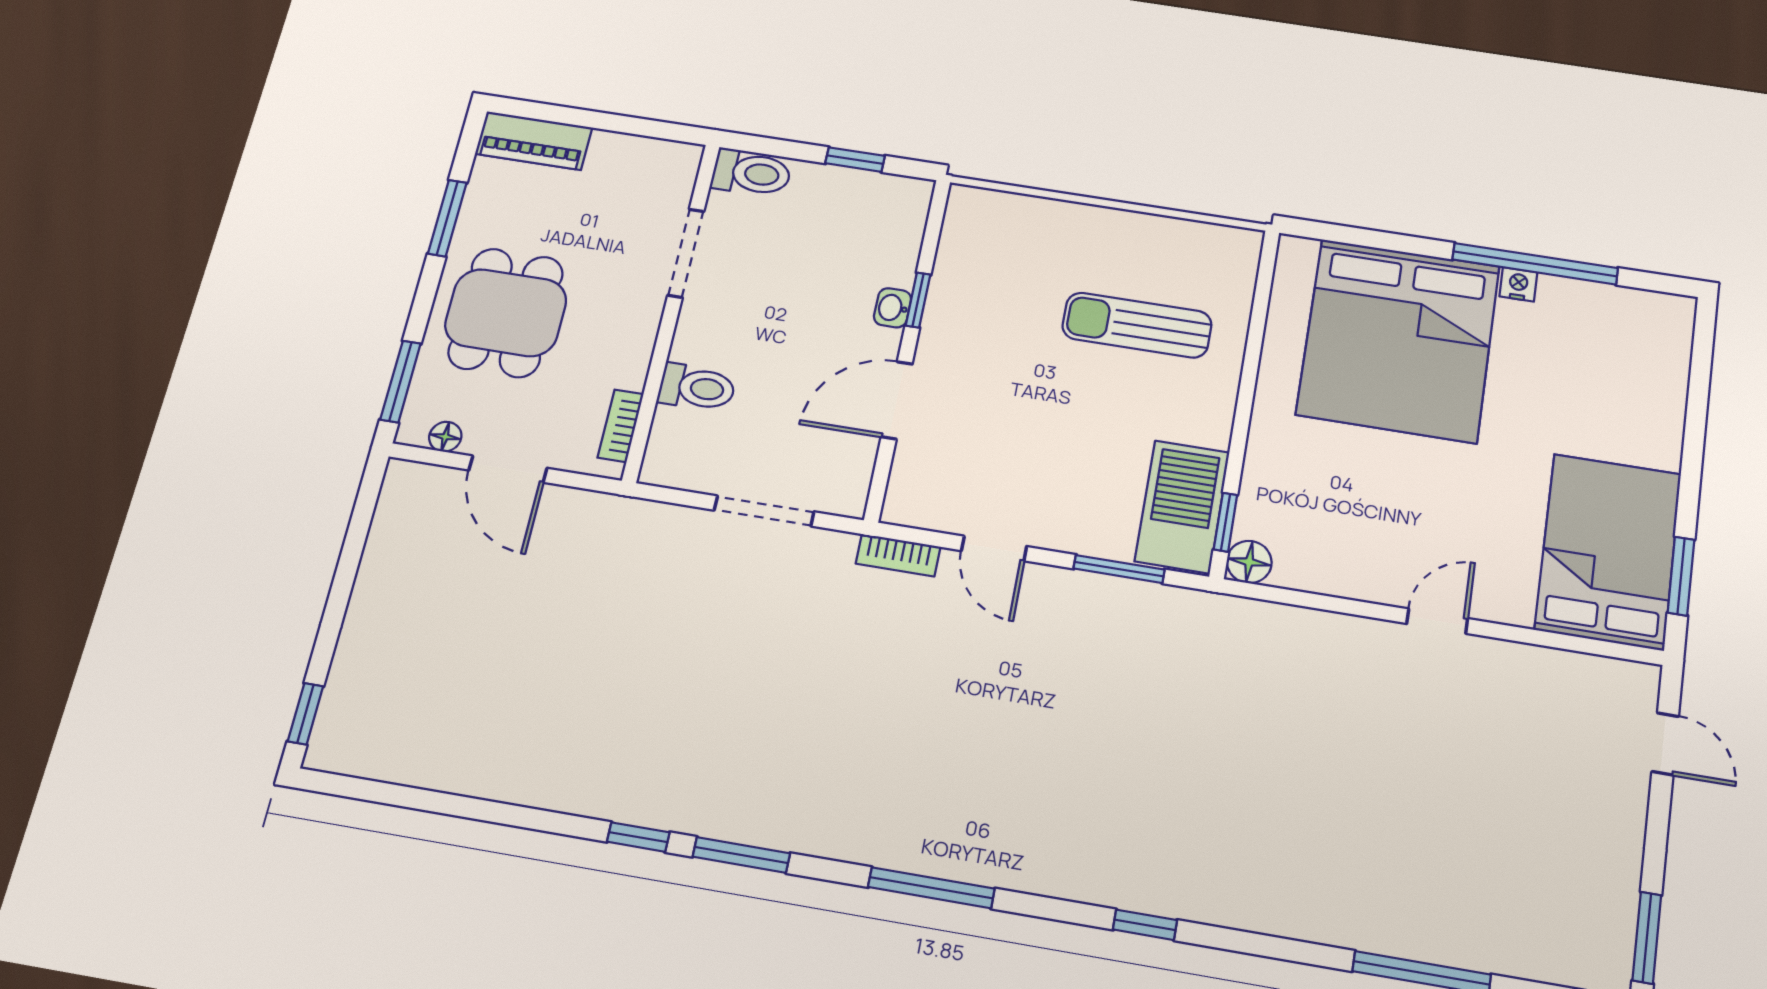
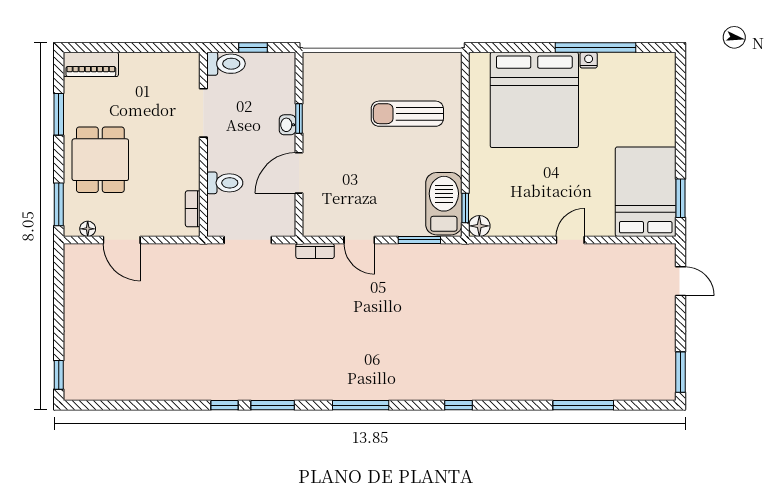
toilet: (751, 173) -> (226, 64), moved
doorway: (686, 253) -> (203, 113), moved
wall: (672, 310) -> (203, 144), moved
toilet: (697, 388) -> (225, 183), moved
bookcase: (621, 426) -> (193, 209), moved

